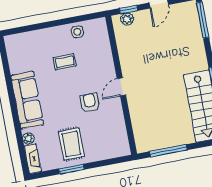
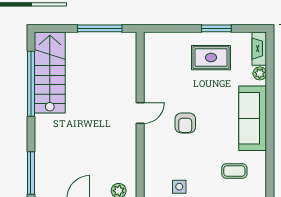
coffee table: (65, 62) -> (234, 171), moved
armchair: (90, 103) -> (185, 123), moved
rug: (71, 144) -> (211, 58), turned 90

